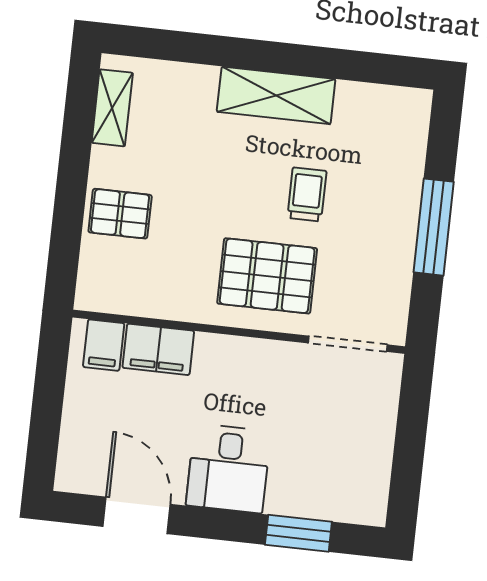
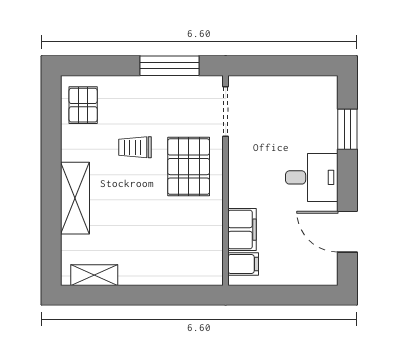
shelving: (276, 95) -> (75, 198), moved
pallet: (120, 214) -> (83, 105), moved
window: (434, 227) -> (169, 66), moved
door: (137, 515) -> (347, 232), hinge flipped

